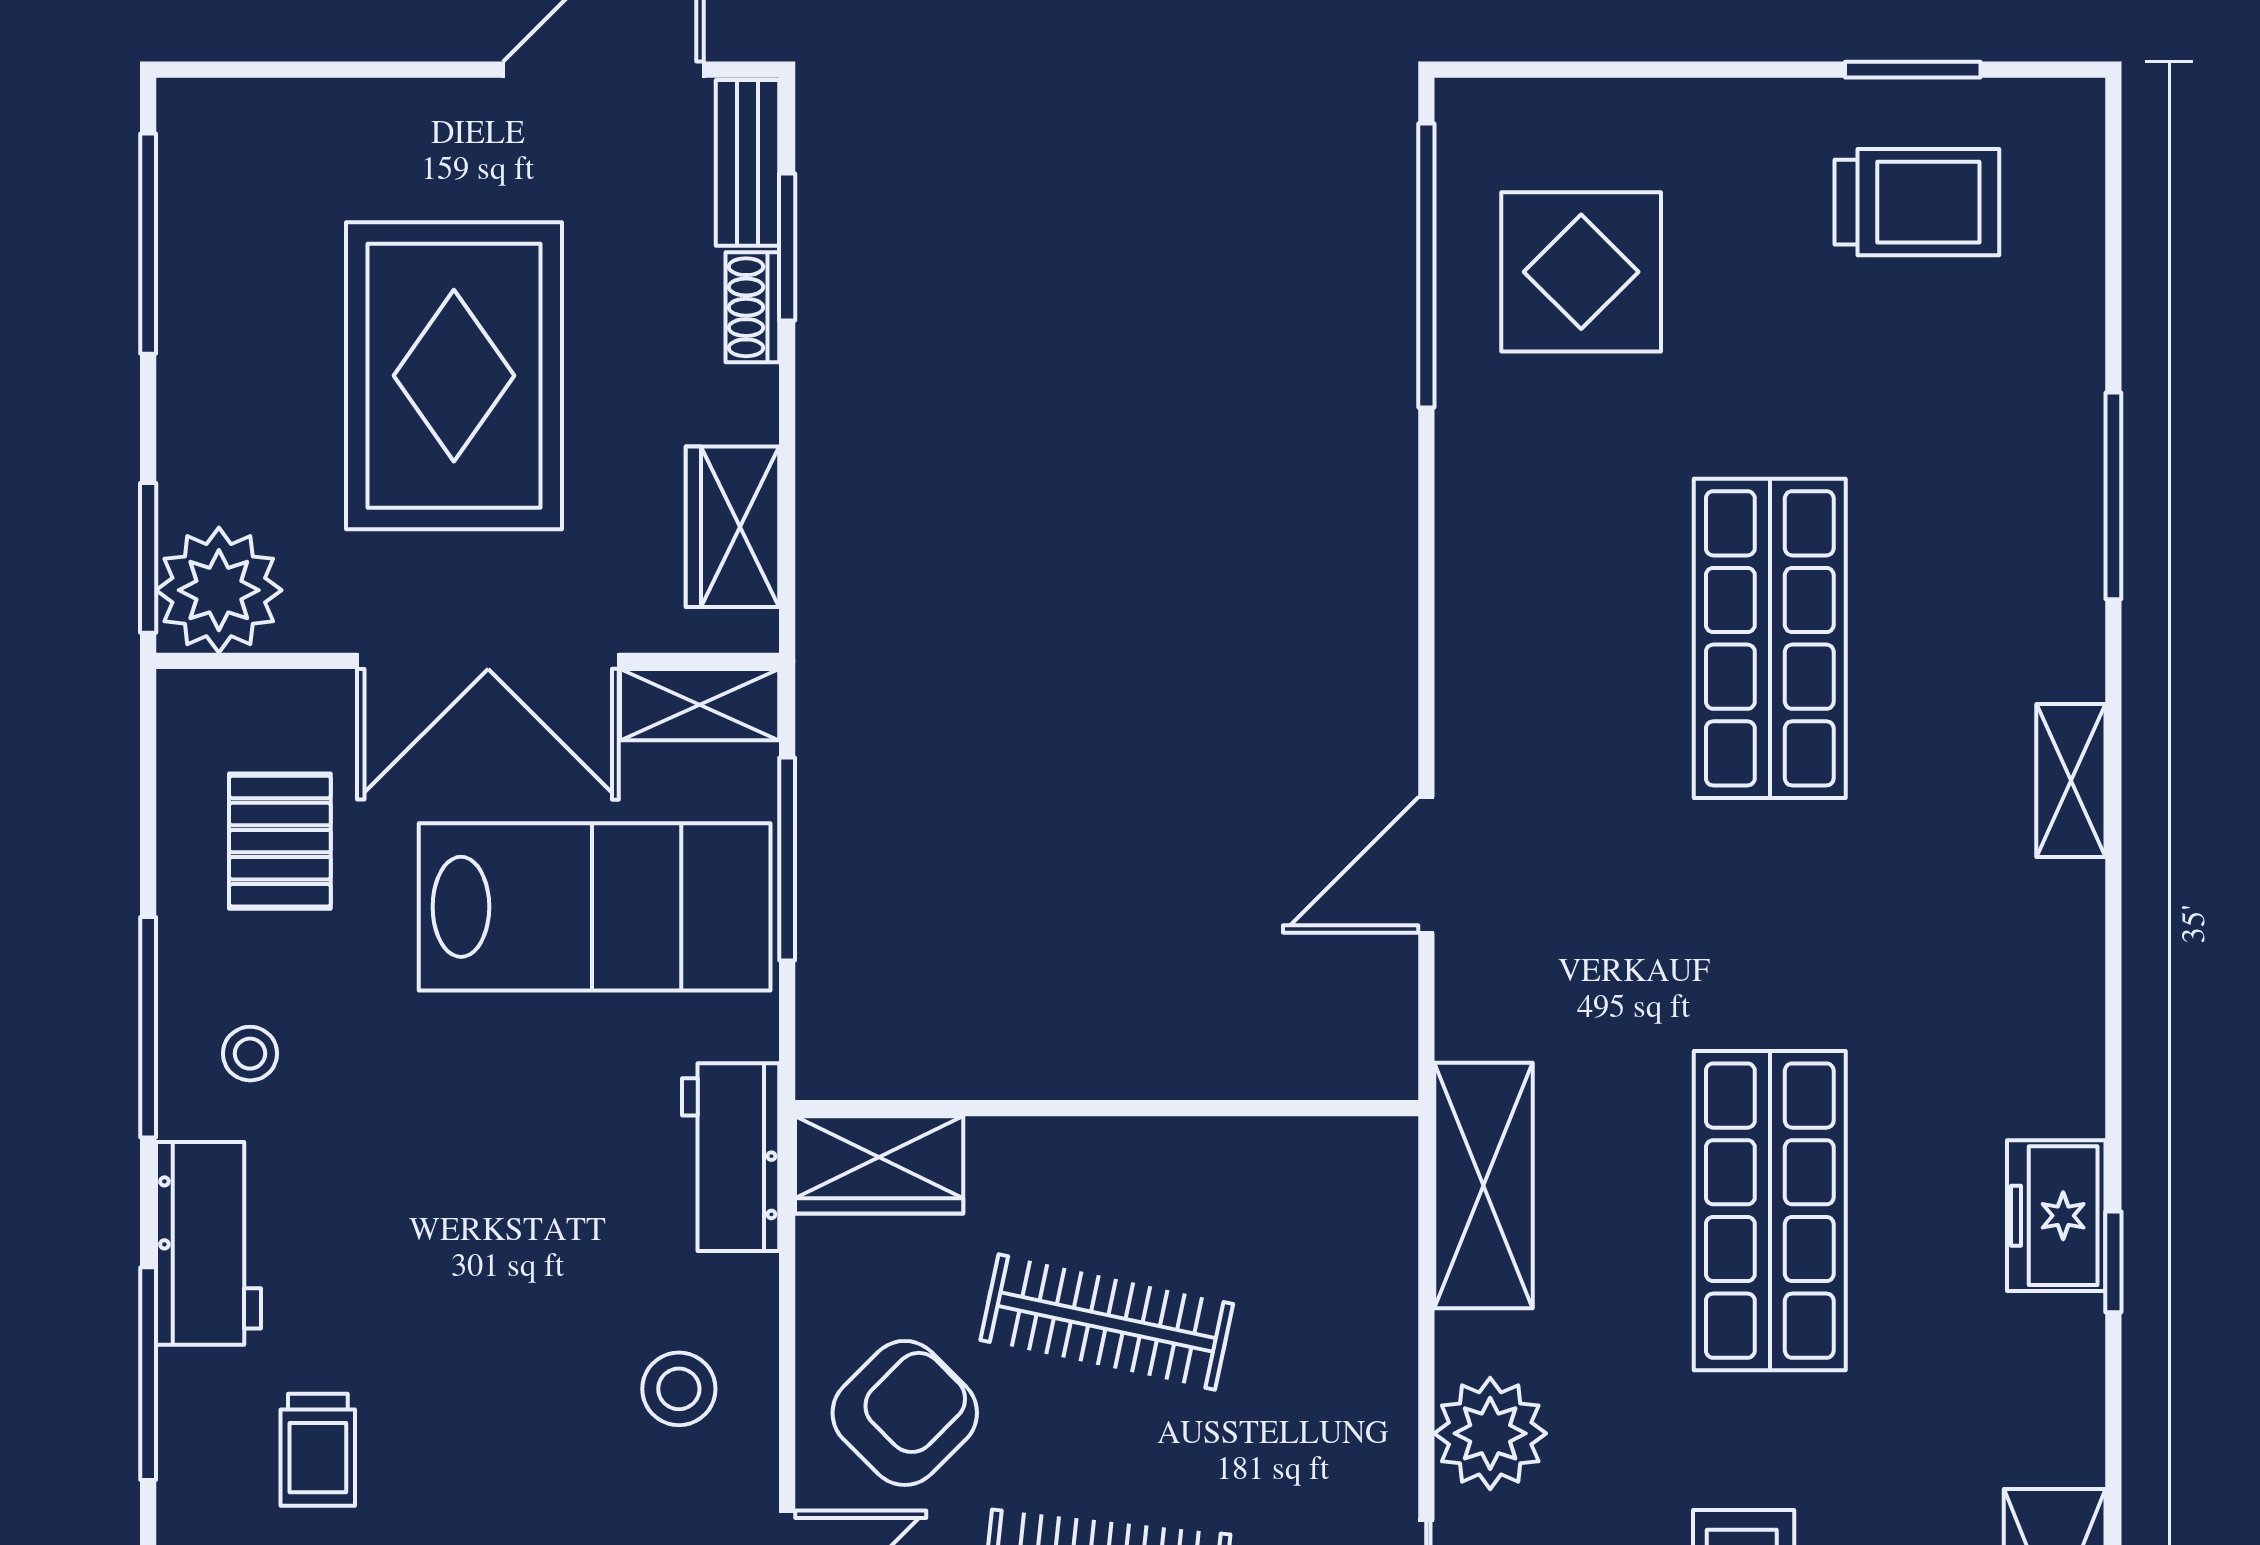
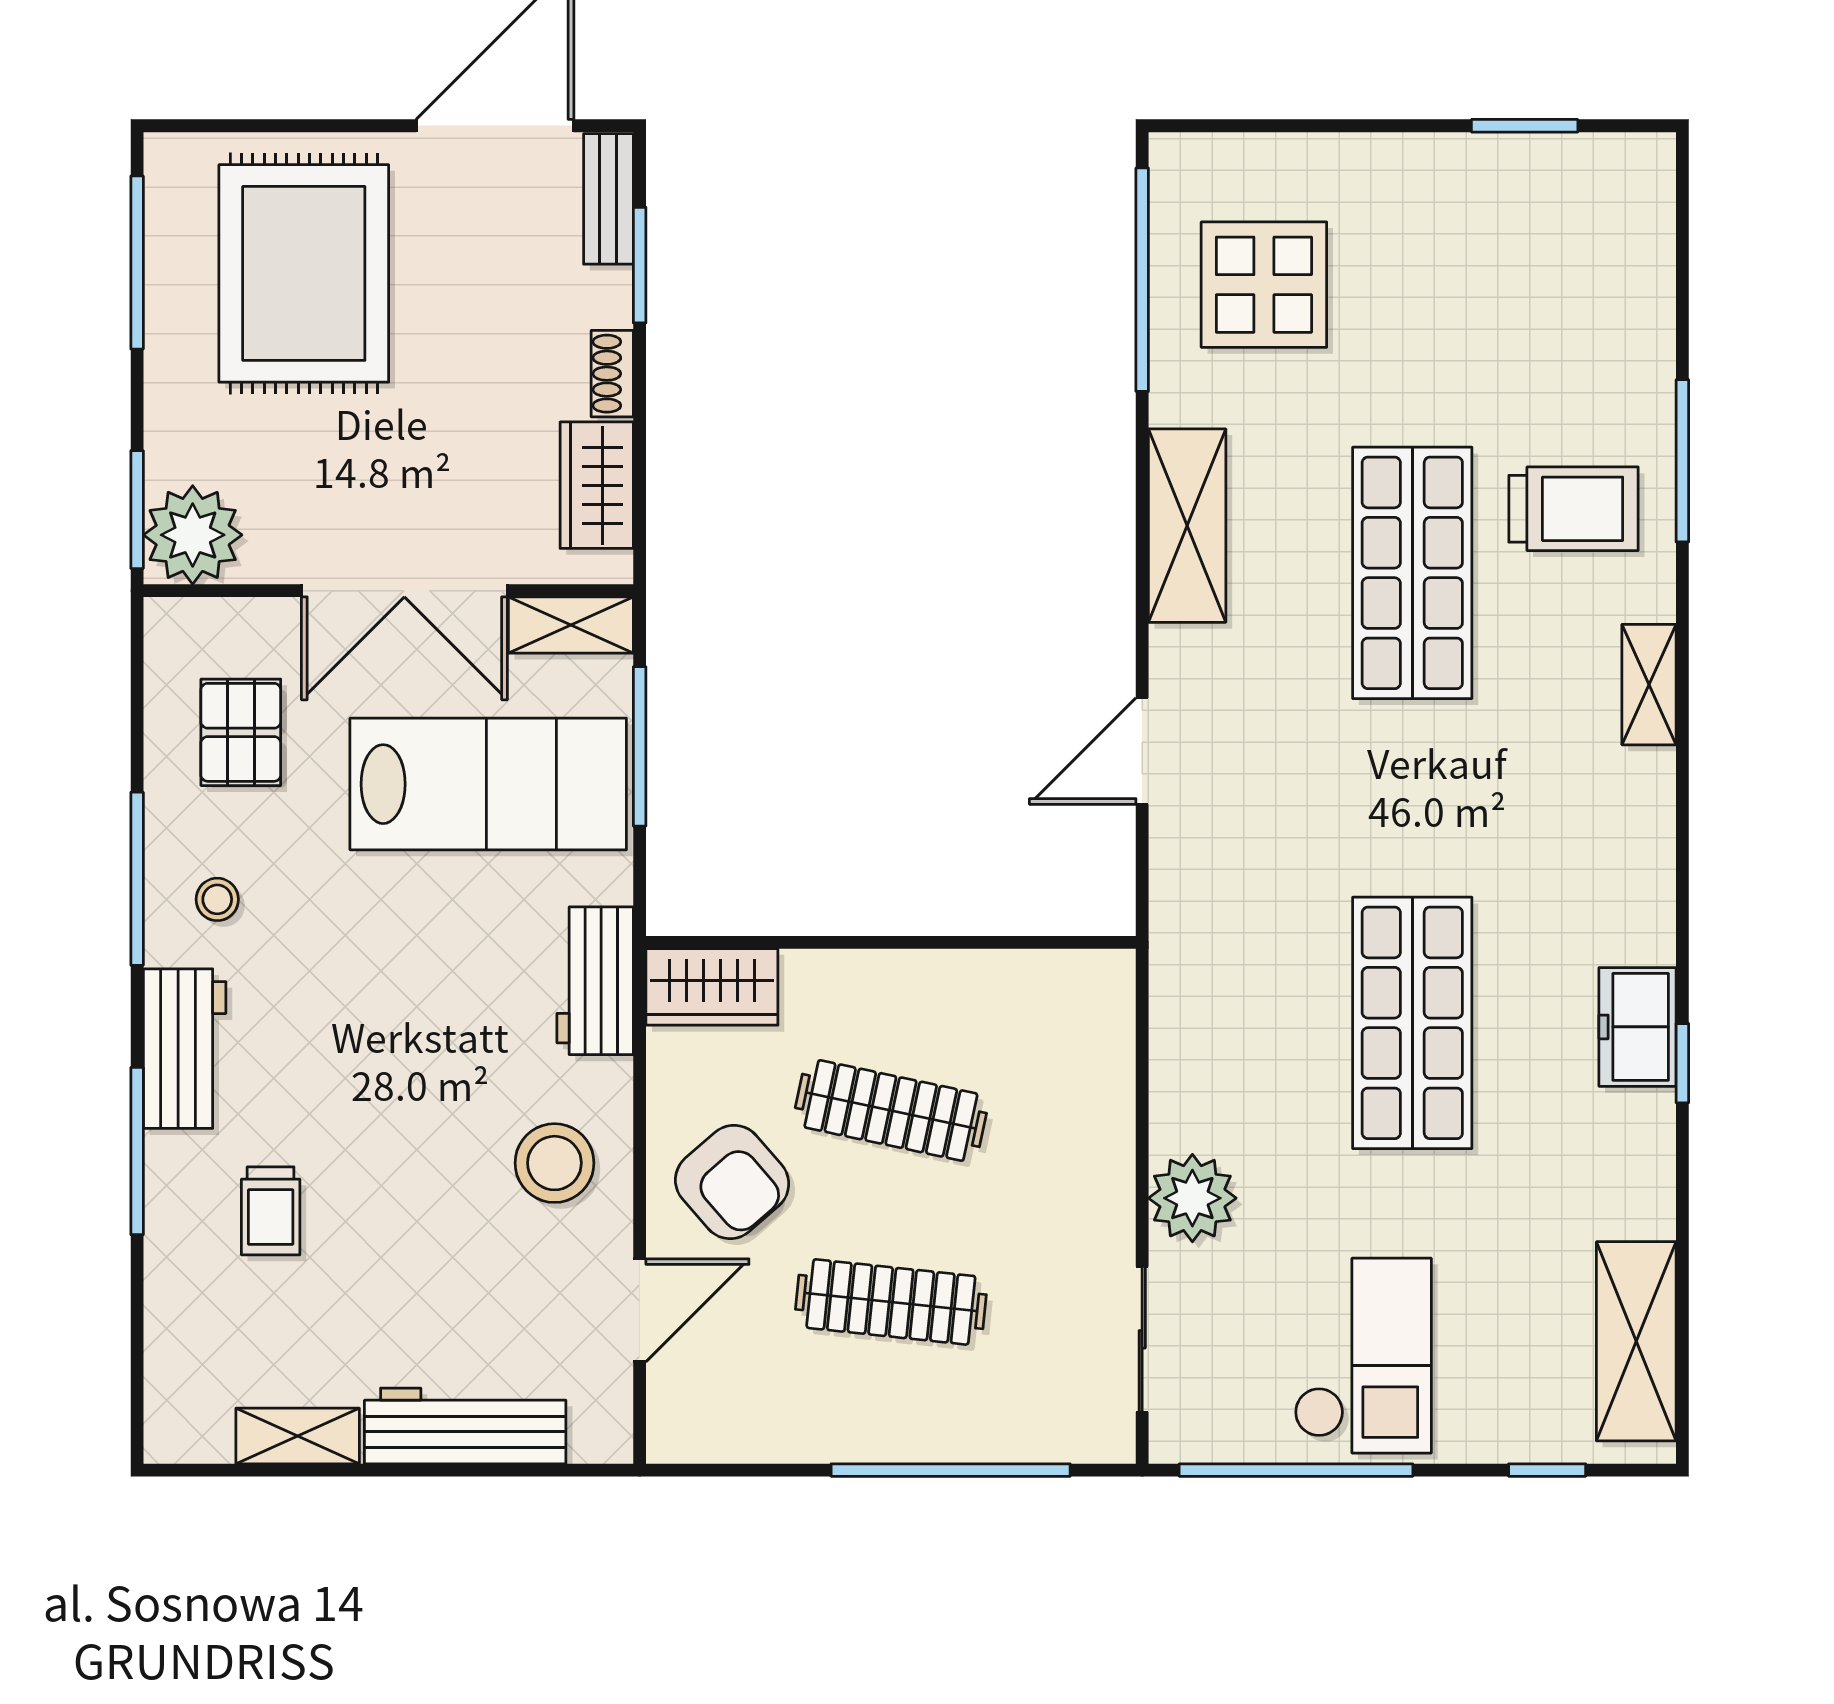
trolley: (1917, 202) -> (1573, 509), moved
shoe rack: (752, 307) -> (612, 374), moved
rug: (454, 376) -> (304, 273), moved
shelving: (1483, 1185) -> (1187, 526), moved
stool: (679, 1389) -> (554, 1163), width x1.38, depth x1.38
armchair: (905, 1413) -> (732, 1182), turned 94

